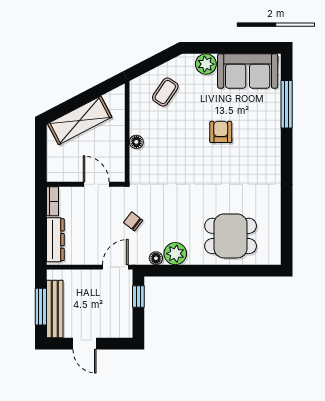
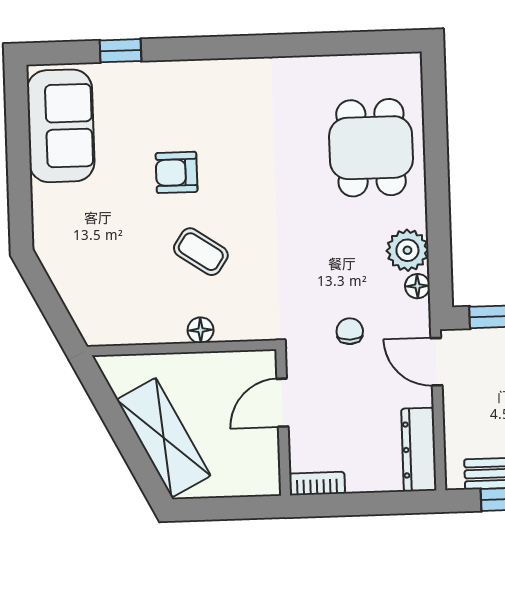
plant: (206, 64) -> (50, 205), removed
coffee table: (165, 92) -> (201, 252), moved
window: (287, 104) -> (121, 51), width x0.46
chair: (133, 221) -> (350, 331), turned 142
dresser: (55, 240) -> (419, 450), moved, turned -90

